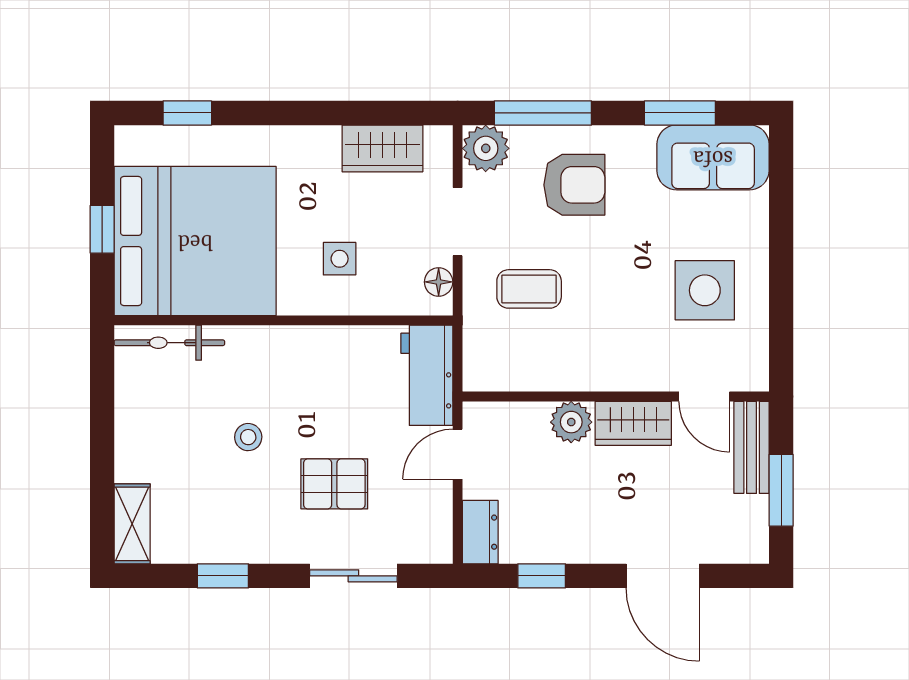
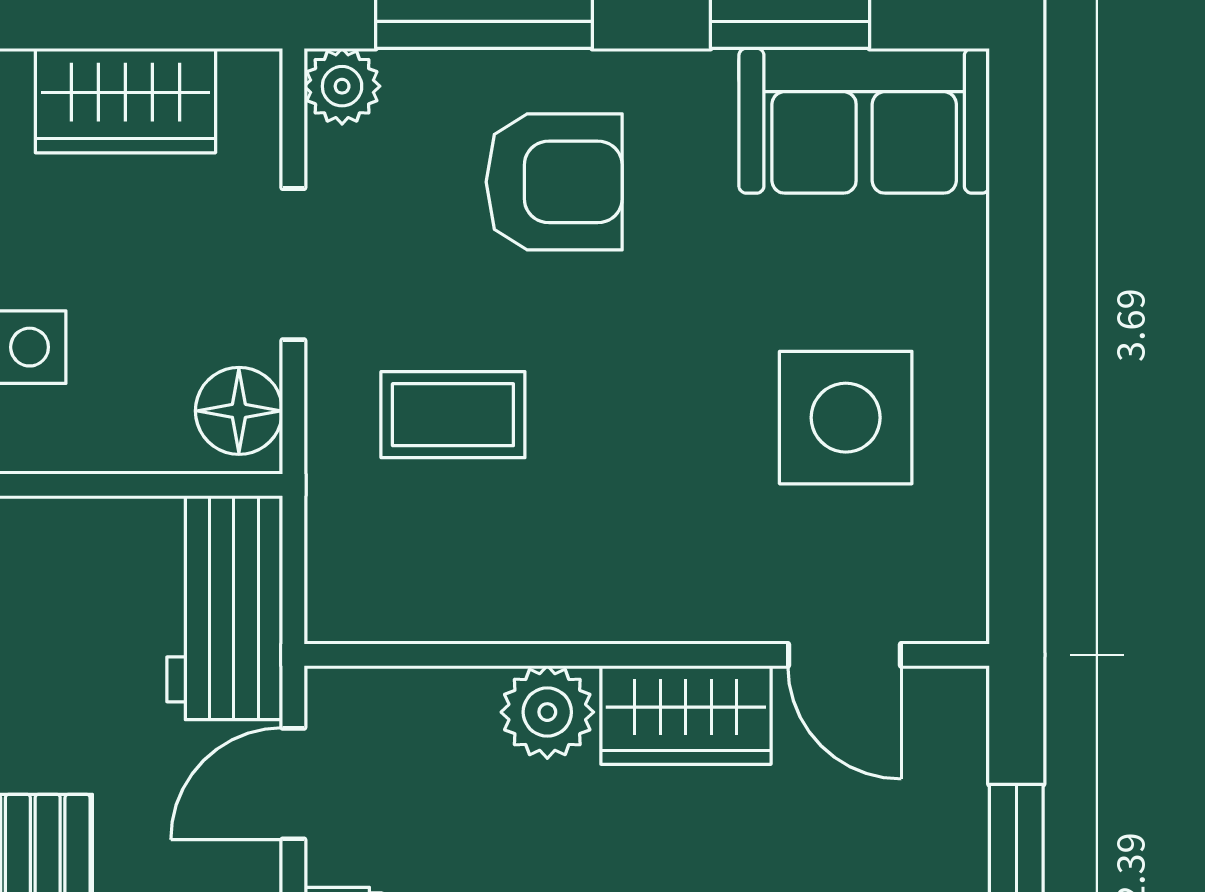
plant: (486, 148) -> (342, 86), width x0.73, depth x0.73
floor lamp: (439, 282) -> (239, 411), width x1.37, depth x1.37
bench: (752, 447) -> (950, 769), removed

